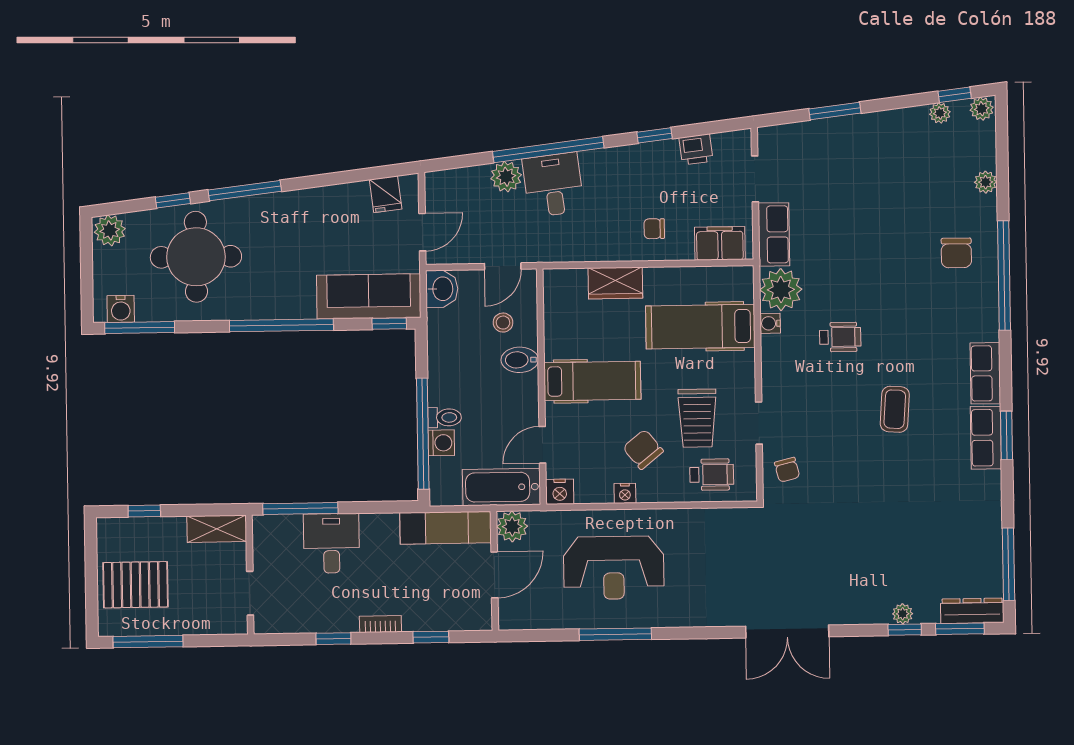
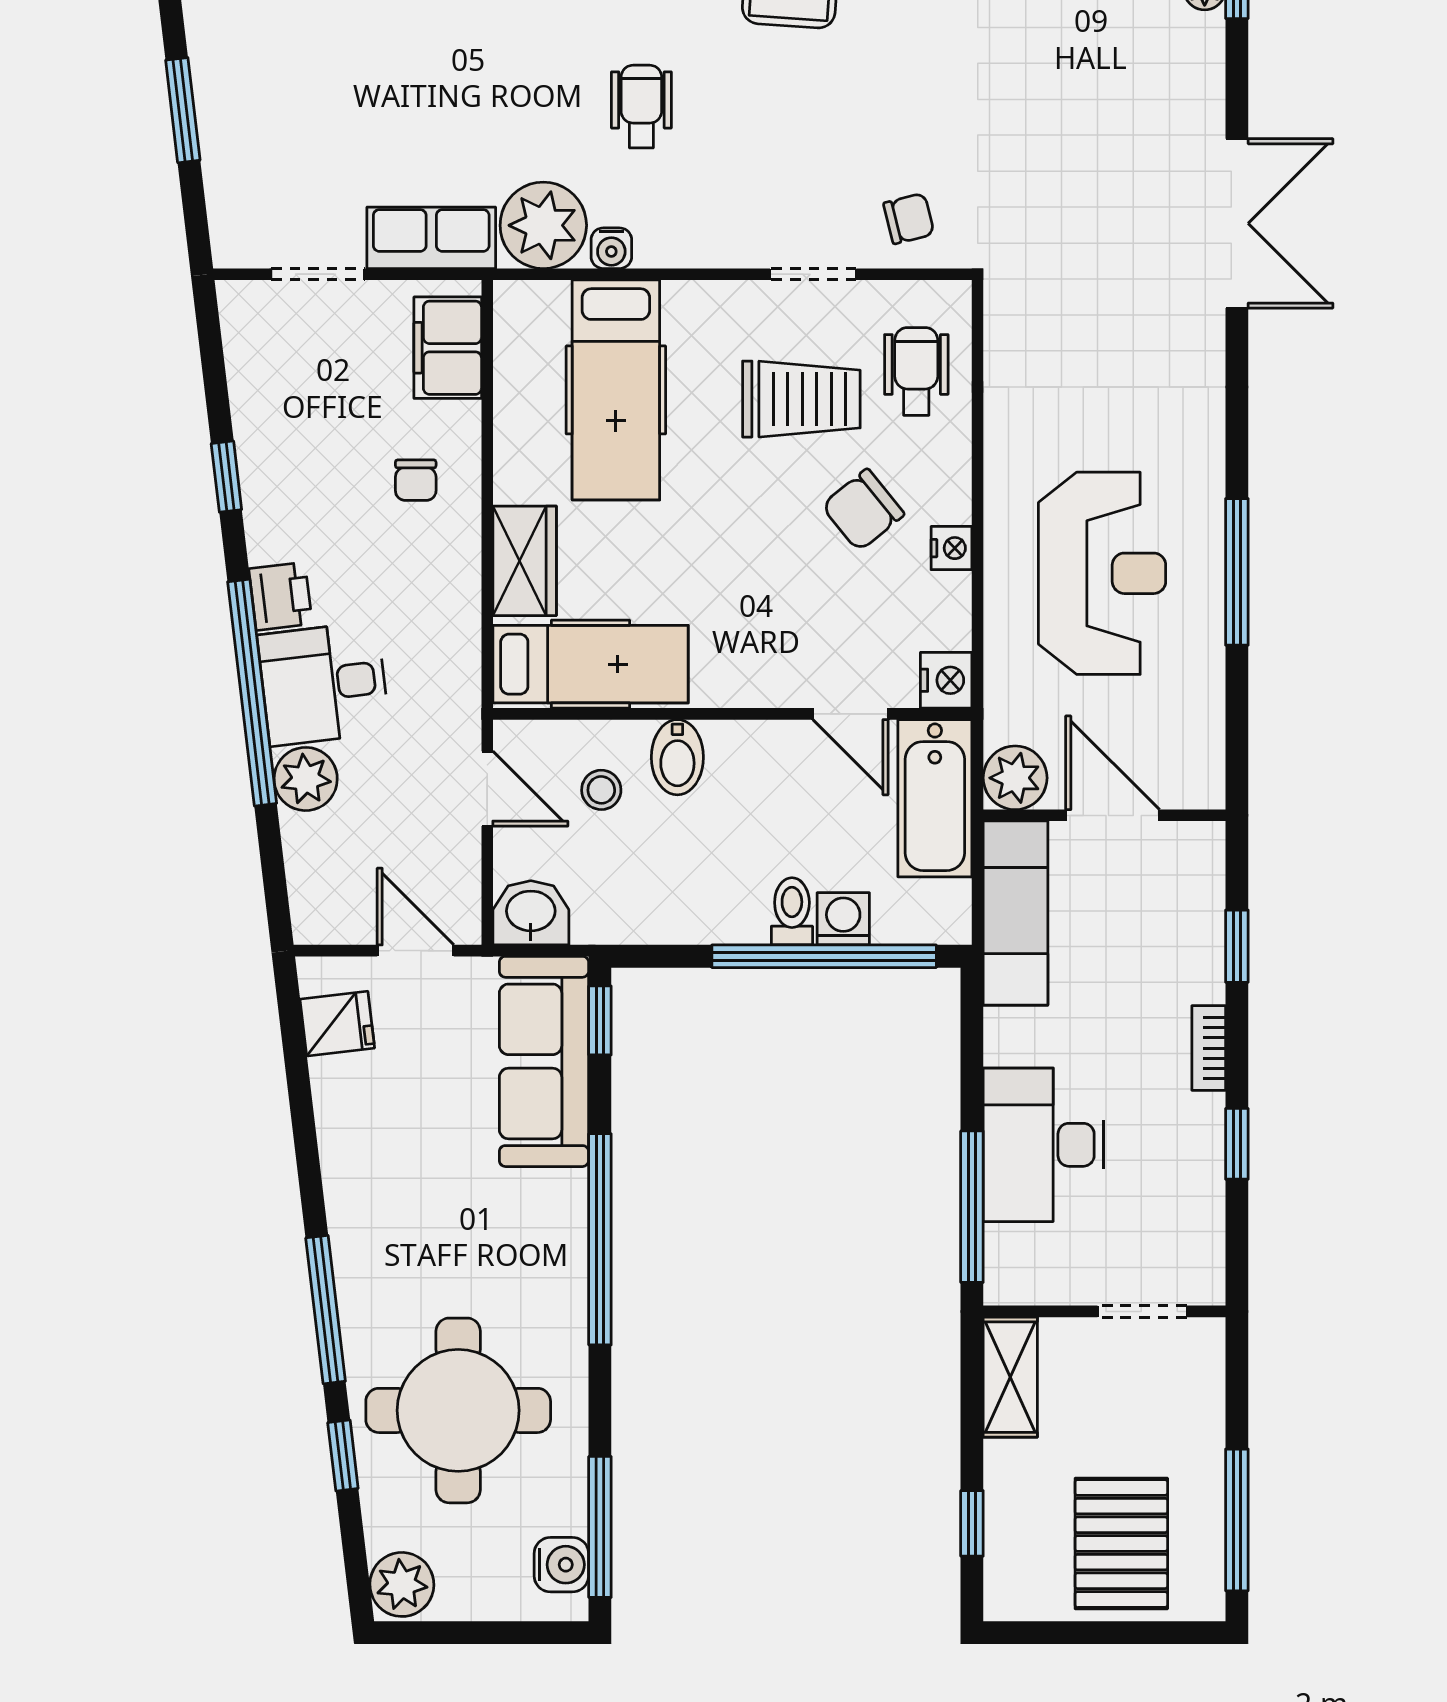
printer: (696, 149) -> (281, 596), moved
hospital bed: (592, 381) -> (590, 664), moved, turned 90
desk: (331, 543) -> (1044, 1145), width x1.37

